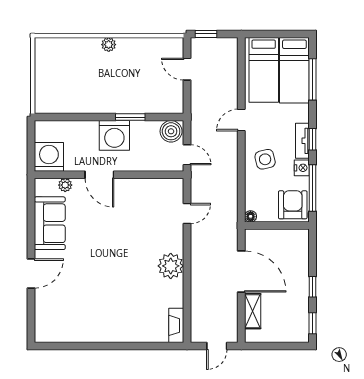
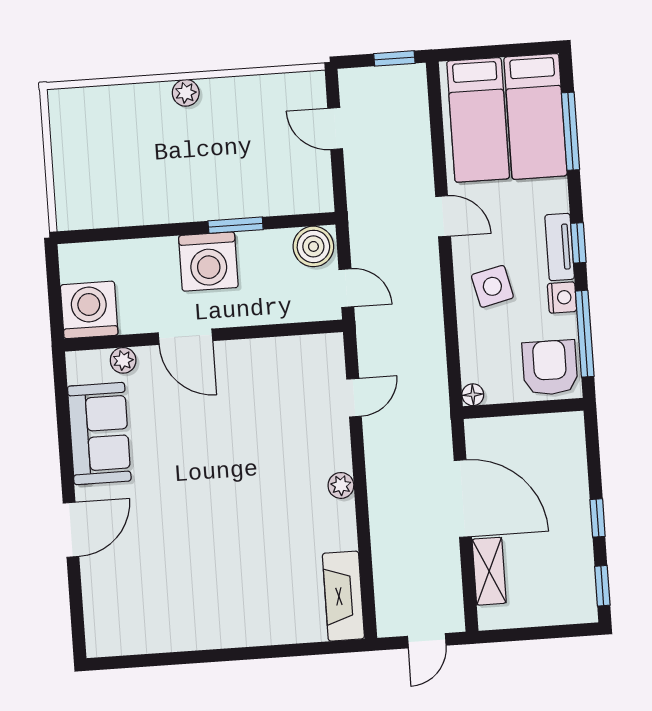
window: (206, 34) -> (394, 58), moved
door: (241, 120) -> (443, 216), swing flipped
plant: (171, 266) -> (341, 485), width x0.53, depth x0.53
fireplace: (176, 325) -> (343, 596), width x1.37, depth x1.32

